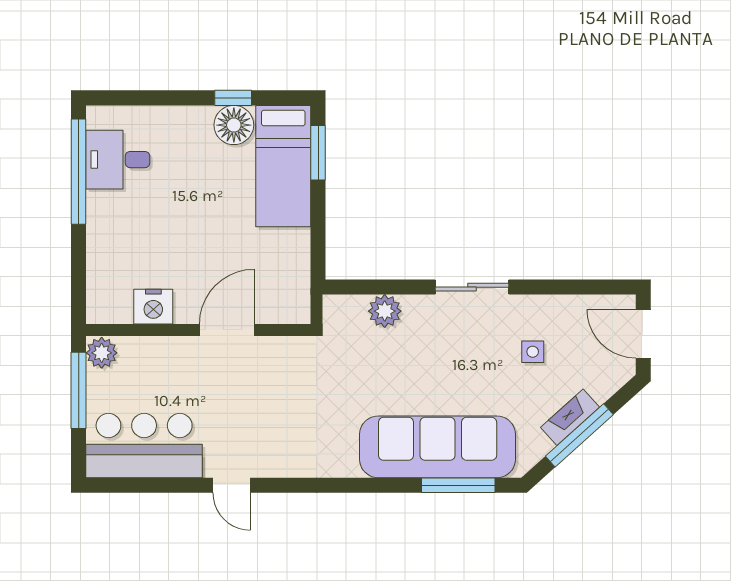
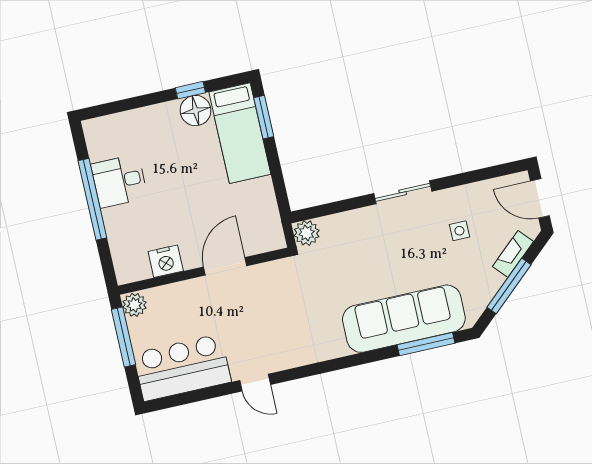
desk: (118, 160) -> (119, 181), moved
window: (79, 172) -> (92, 199), moved
plant: (385, 311) -> (307, 233), moved
fireplace: (570, 417) -> (513, 254), moved

